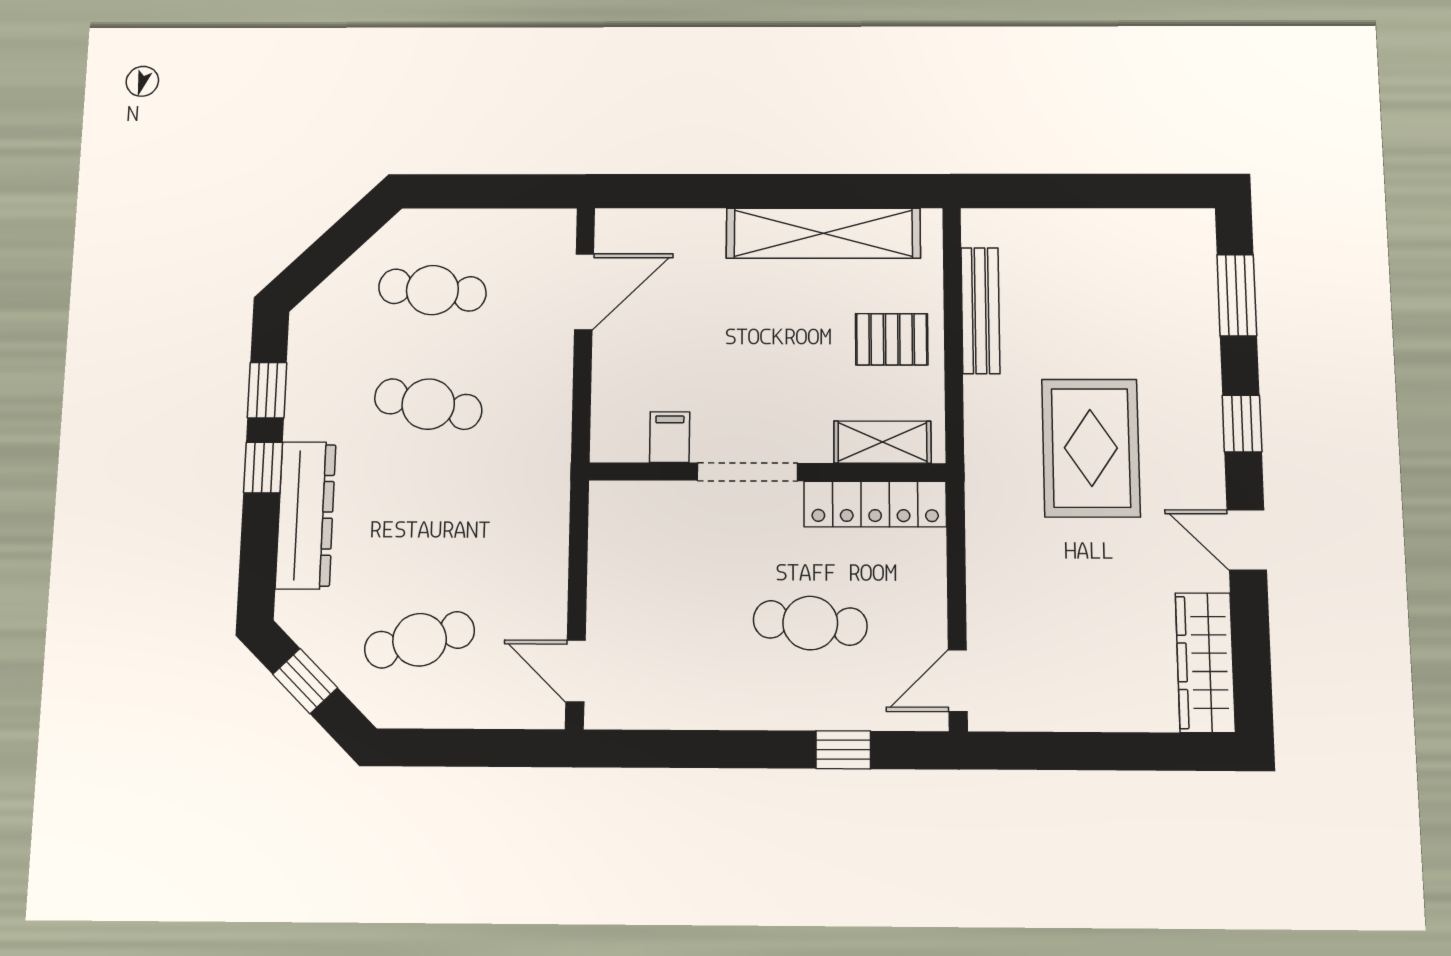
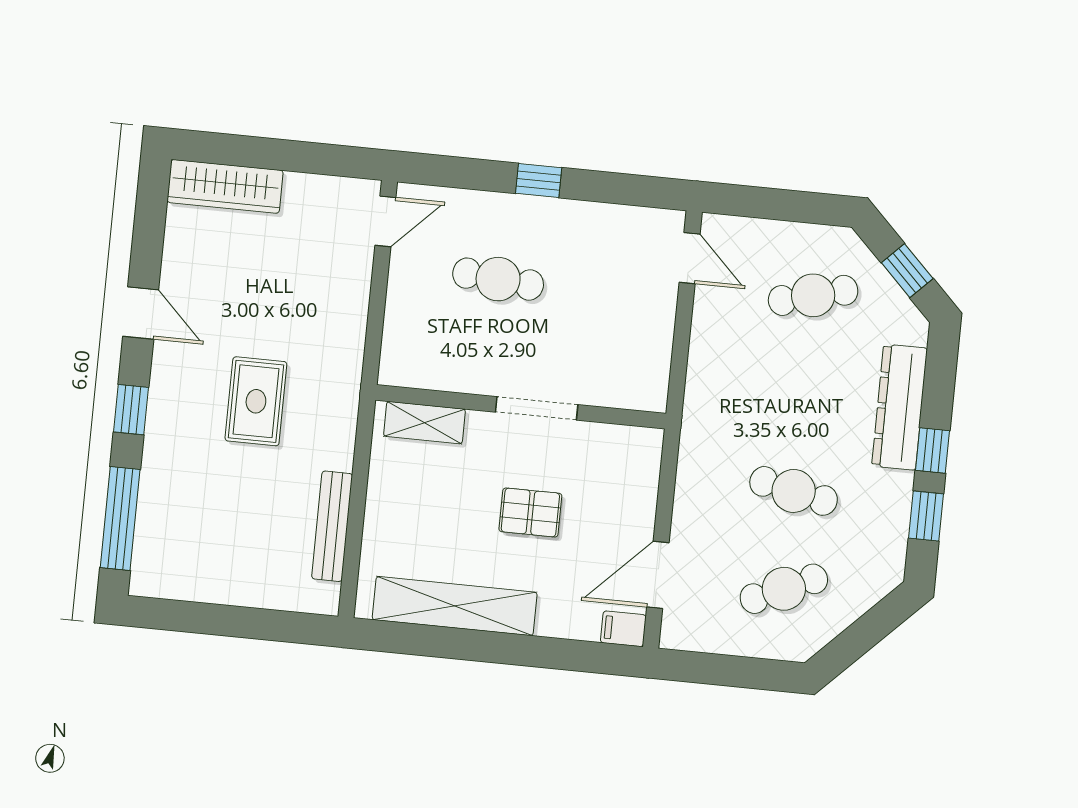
cafe table: (432, 290) -> (784, 589), turned -30
window: (1237, 295) -> (120, 519), width x1.44
pallet: (892, 339) -> (530, 512), moved
filing cabinet: (670, 437) -> (623, 629), moved, turned 90
rug: (1091, 448) -> (256, 401), width x0.73, depth x0.70
locker: (875, 504) -> (436, 372), removed
wardrobe: (1205, 662) -> (225, 186), moved, turned 90
window: (843, 750) -> (539, 181), moved

